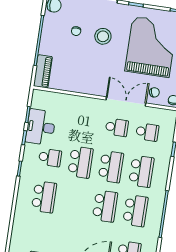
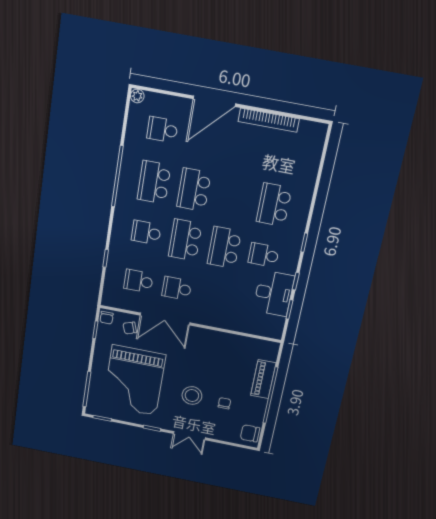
piano: (43, 71) -> (263, 379), moved
school desk: (141, 171) -> (146, 233), width x0.54

